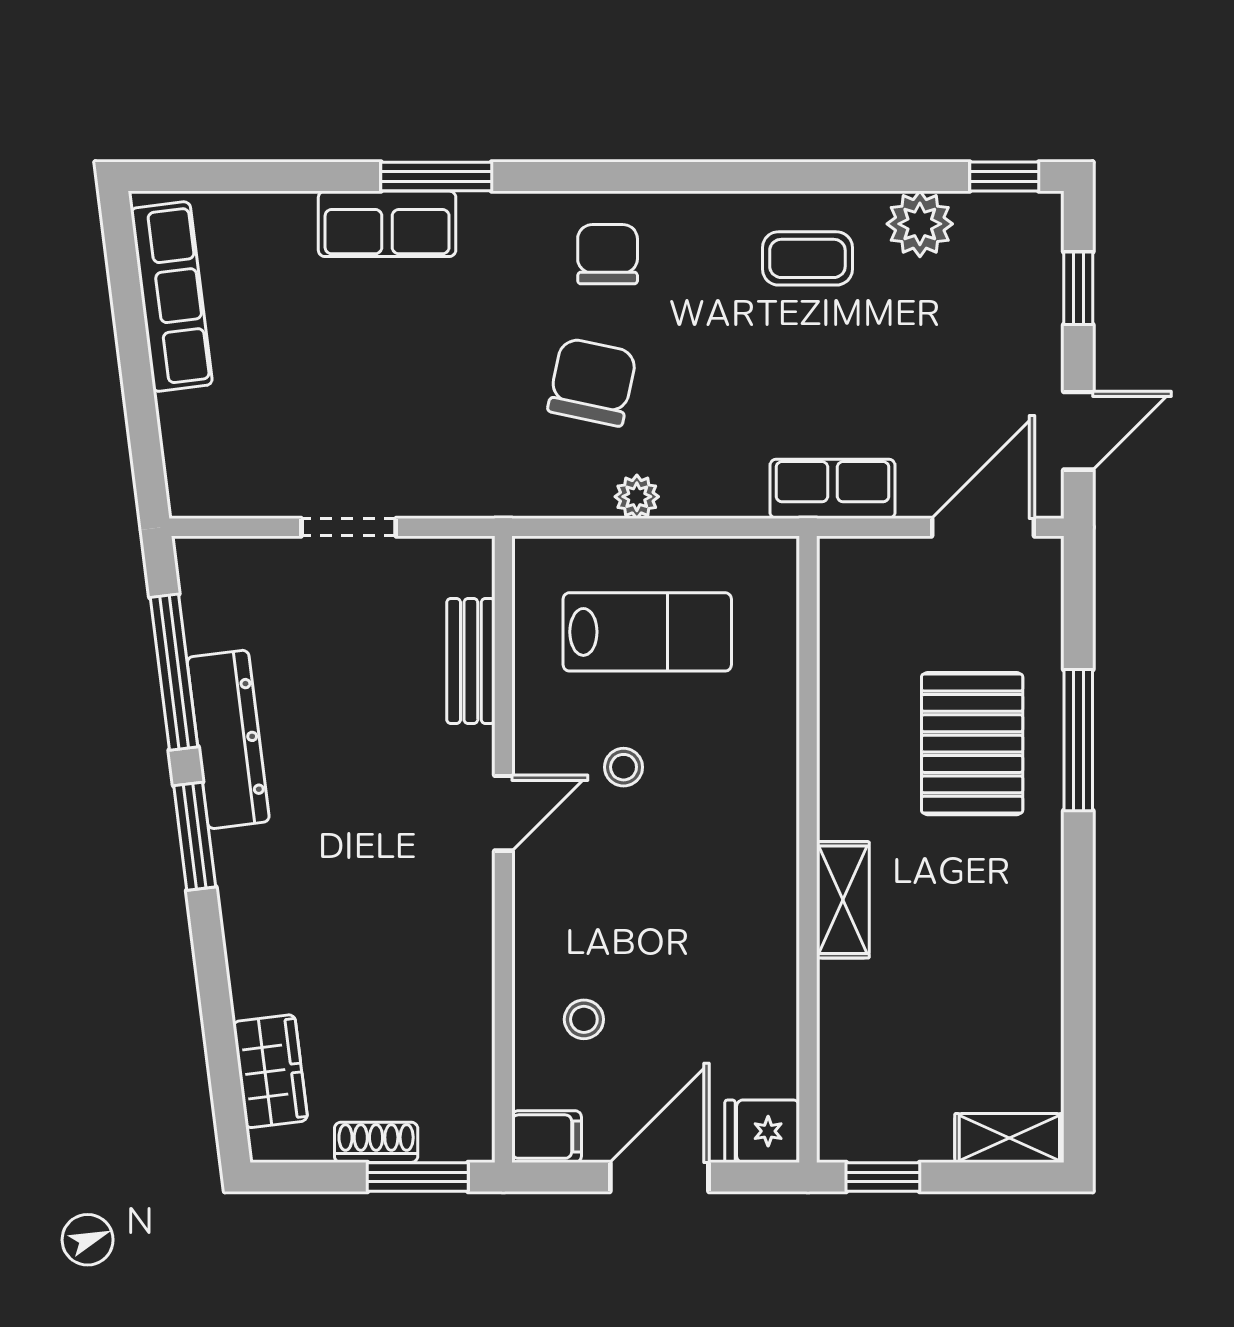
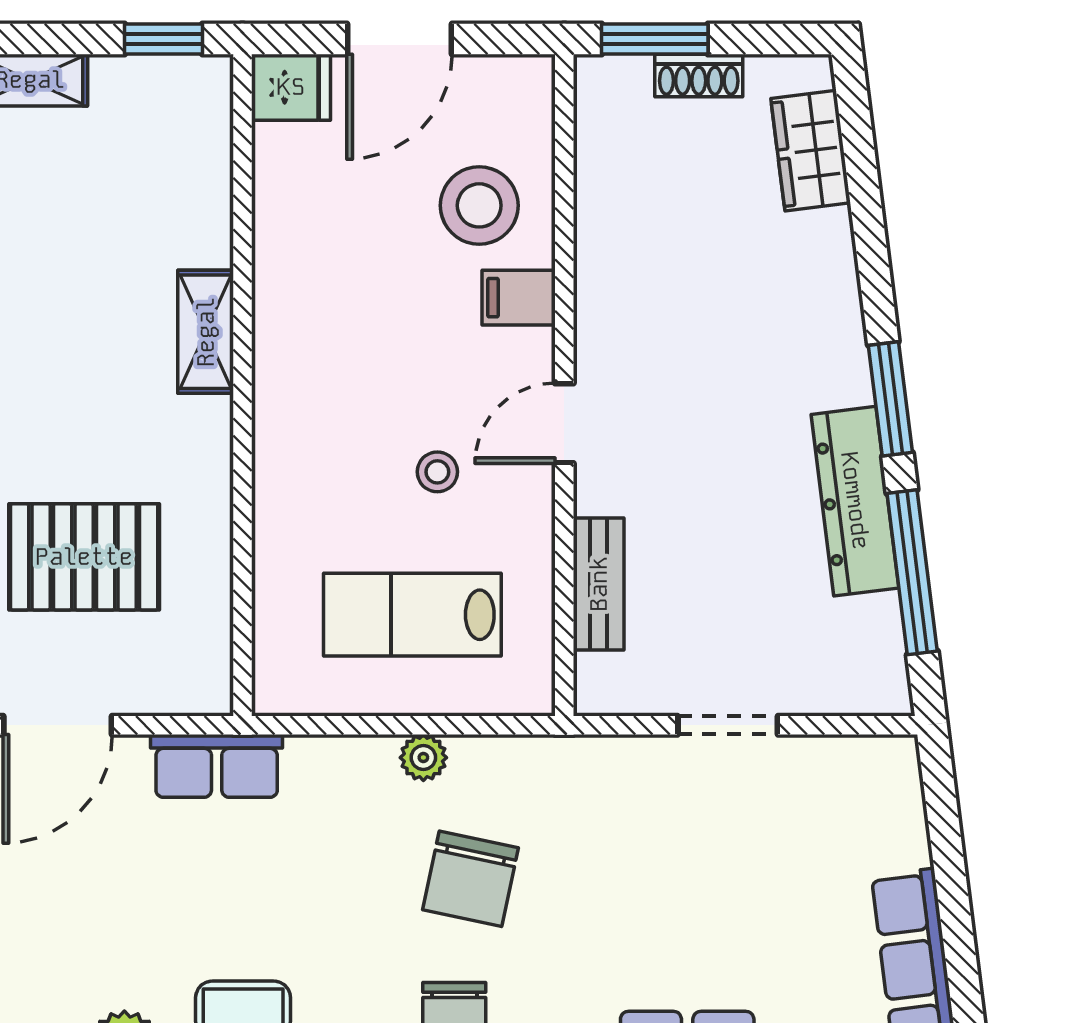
pallet: (972, 744) -> (84, 557), moved, turned 90
stool: (584, 1019) -> (479, 205), width x1.89, depth x1.89
filing cabinet: (547, 1137) -> (519, 298), moved

